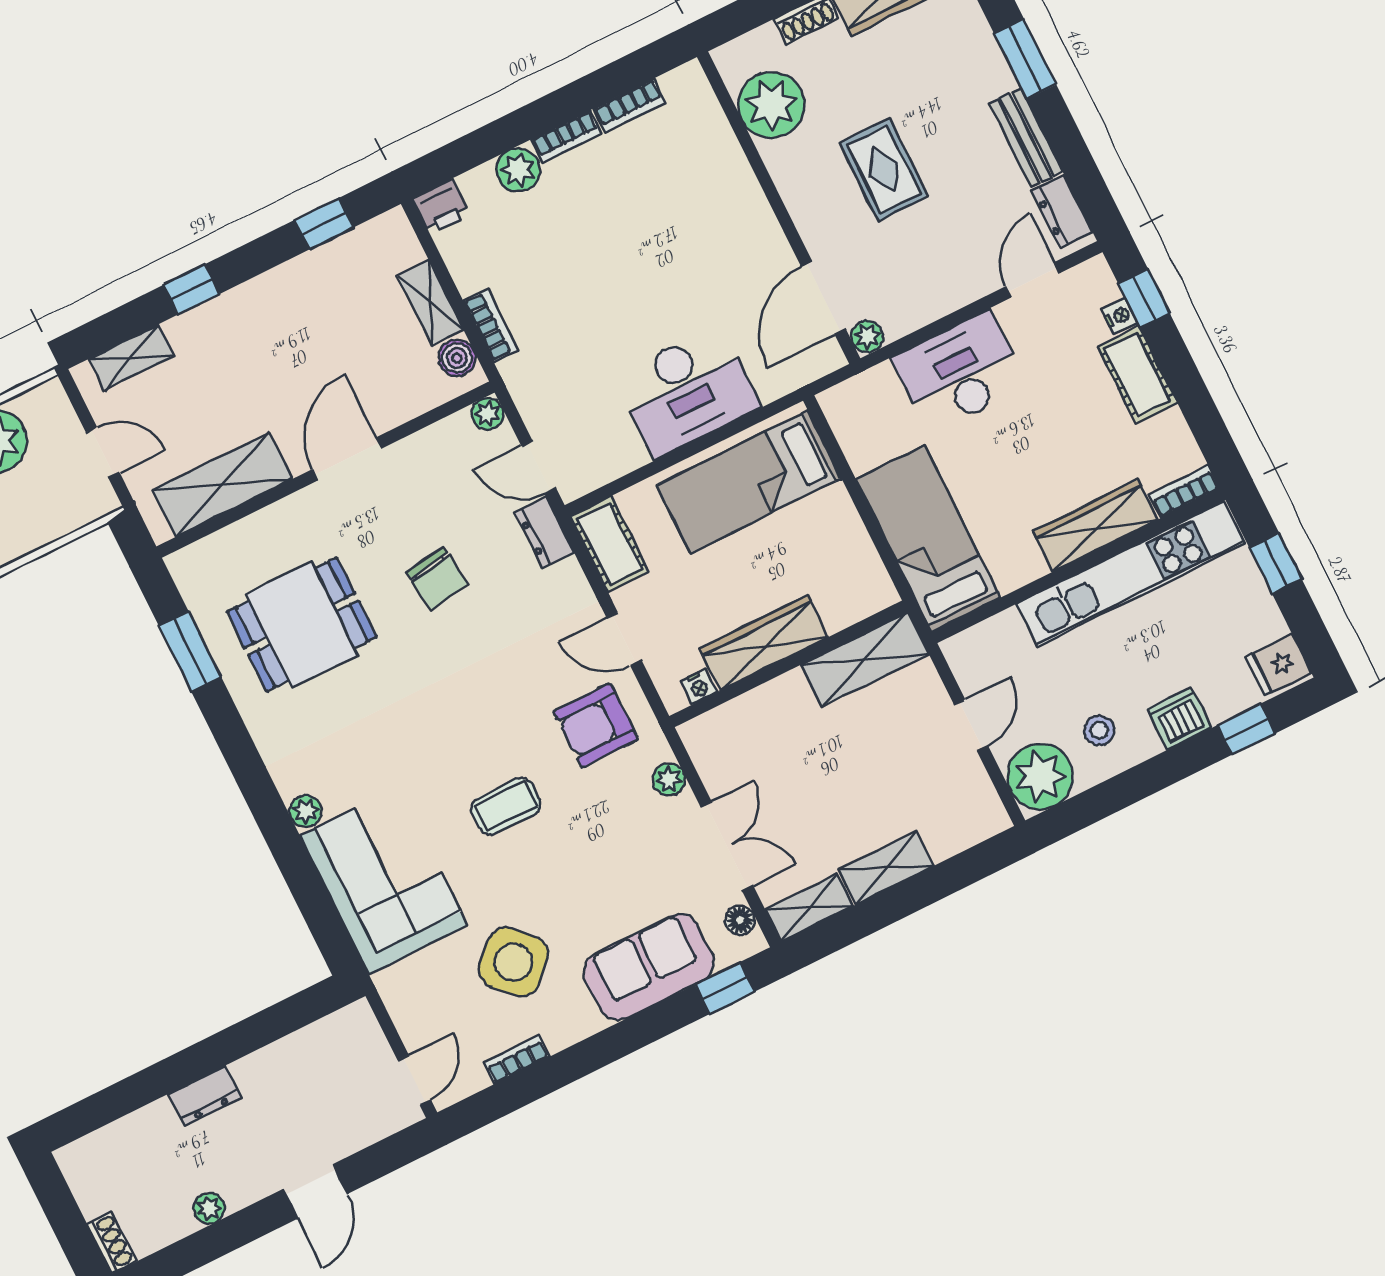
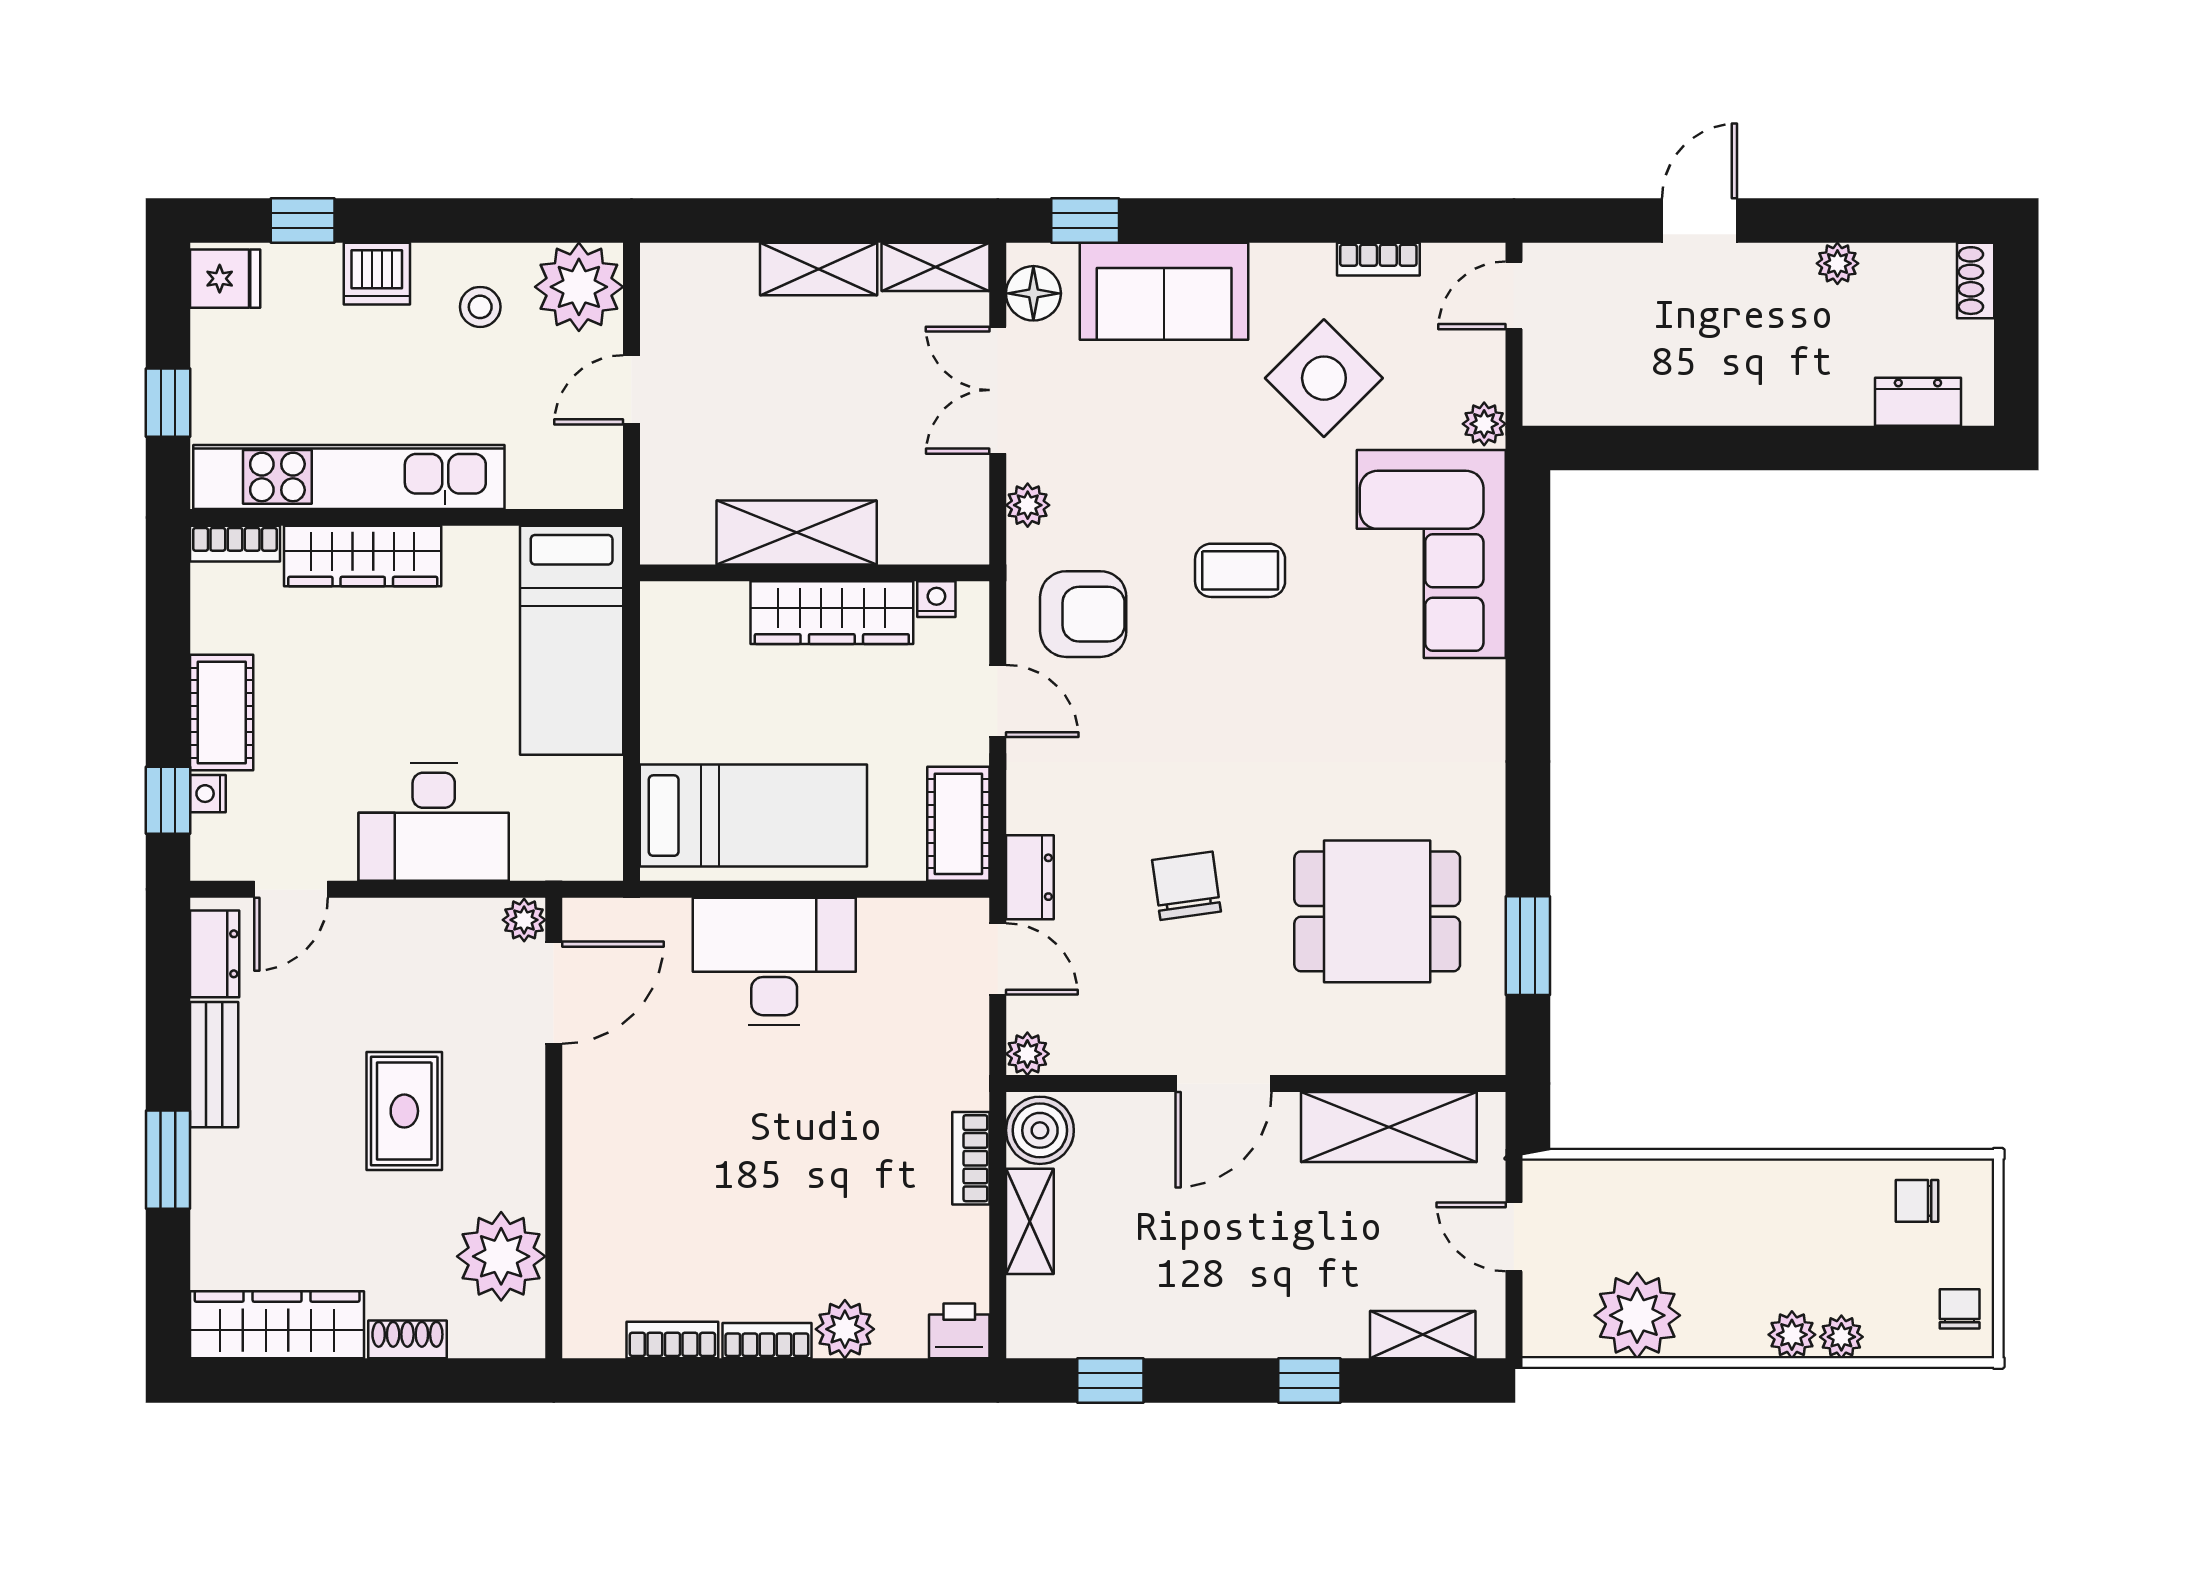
boiler: (457, 358) -> (1040, 1130), width x1.36, depth x1.36
shelving: (865, 659) -> (797, 533), moved
plant: (306, 811) -> (1484, 424), moved
floor lamp: (740, 920) -> (1033, 293), width x1.37, depth x1.37
dresser: (205, 1096) -> (1918, 402), moved

